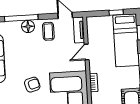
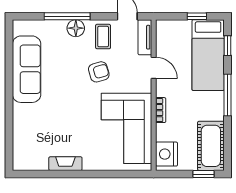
door: (87, 52) -> (154, 68), swing flipped
armchair: (32, 85) -> (99, 72), moved

